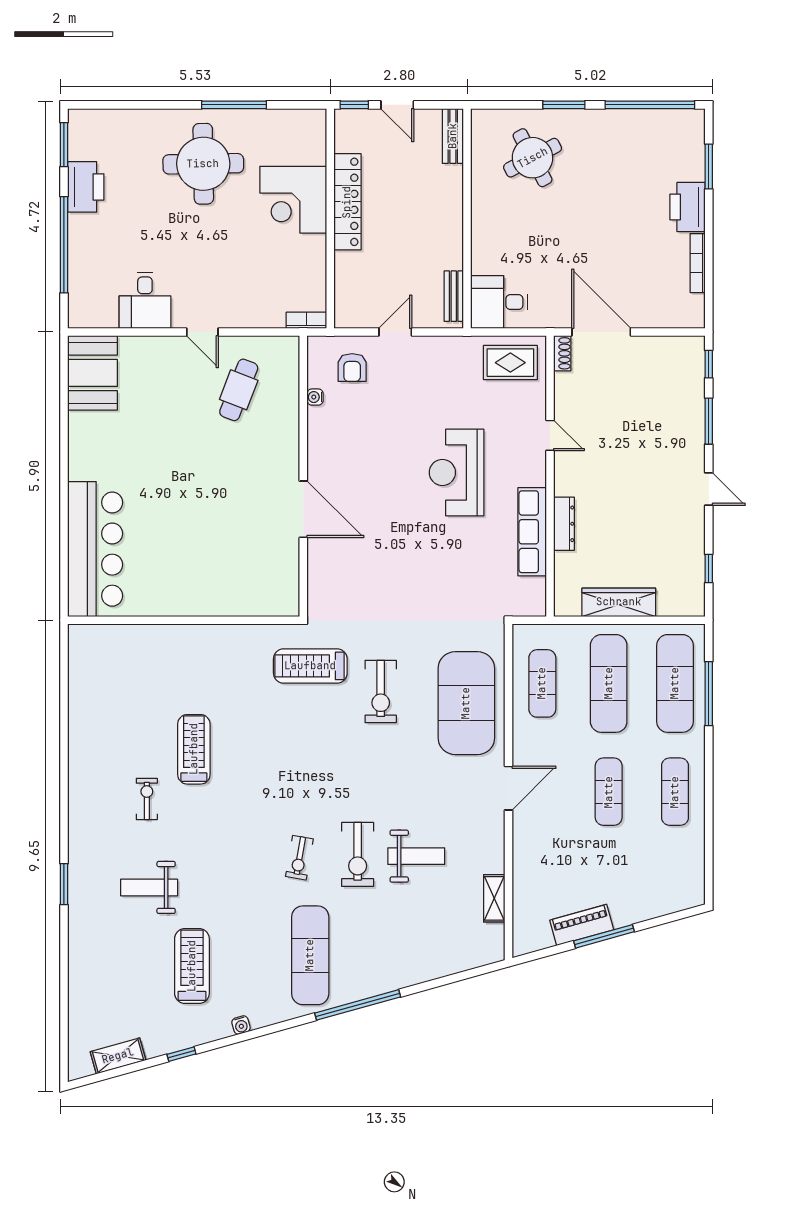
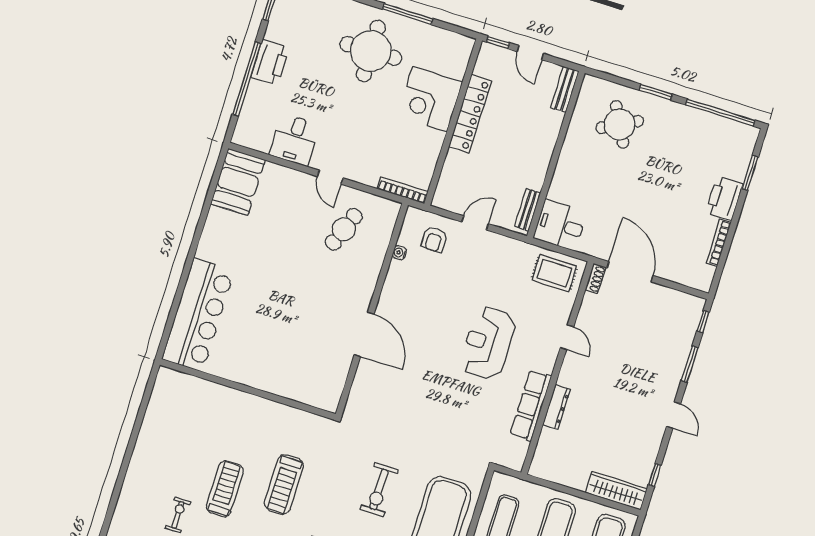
printer: (86, 187) -> (270, 62), moved
bookcase: (306, 320) -> (403, 190), width x1.56
wardrobe: (619, 602) -> (616, 491), moved
treadmill: (310, 666) -> (284, 484), moved, turned -90

